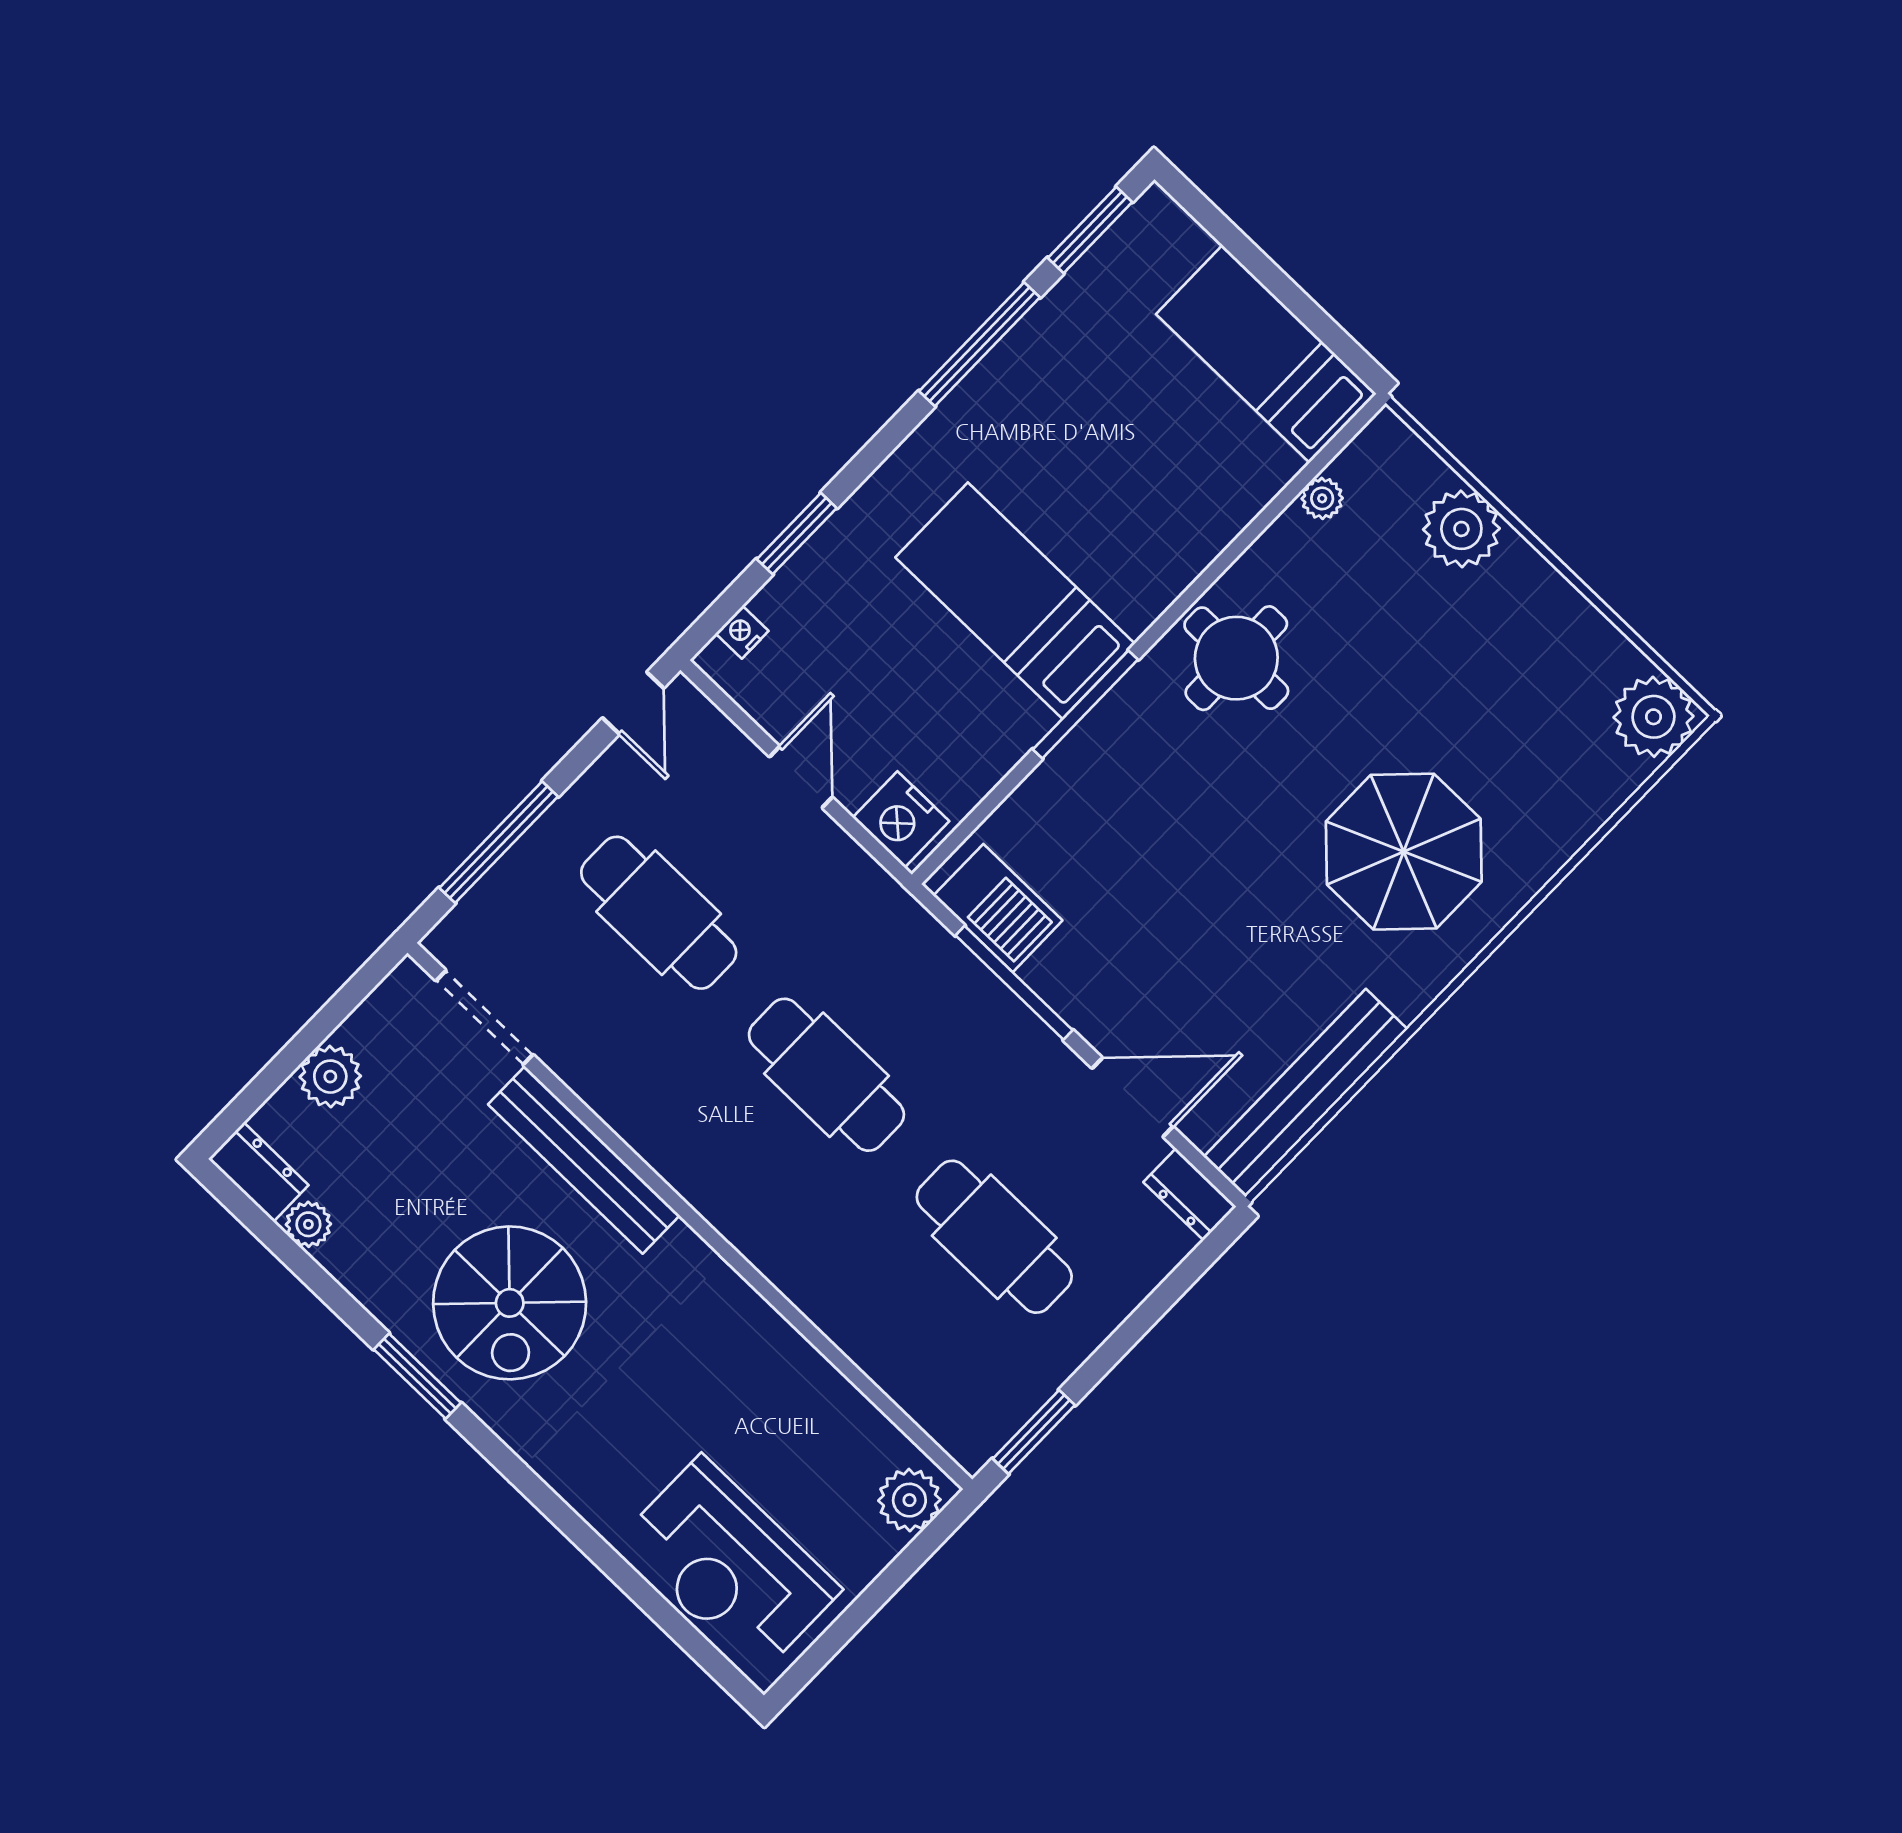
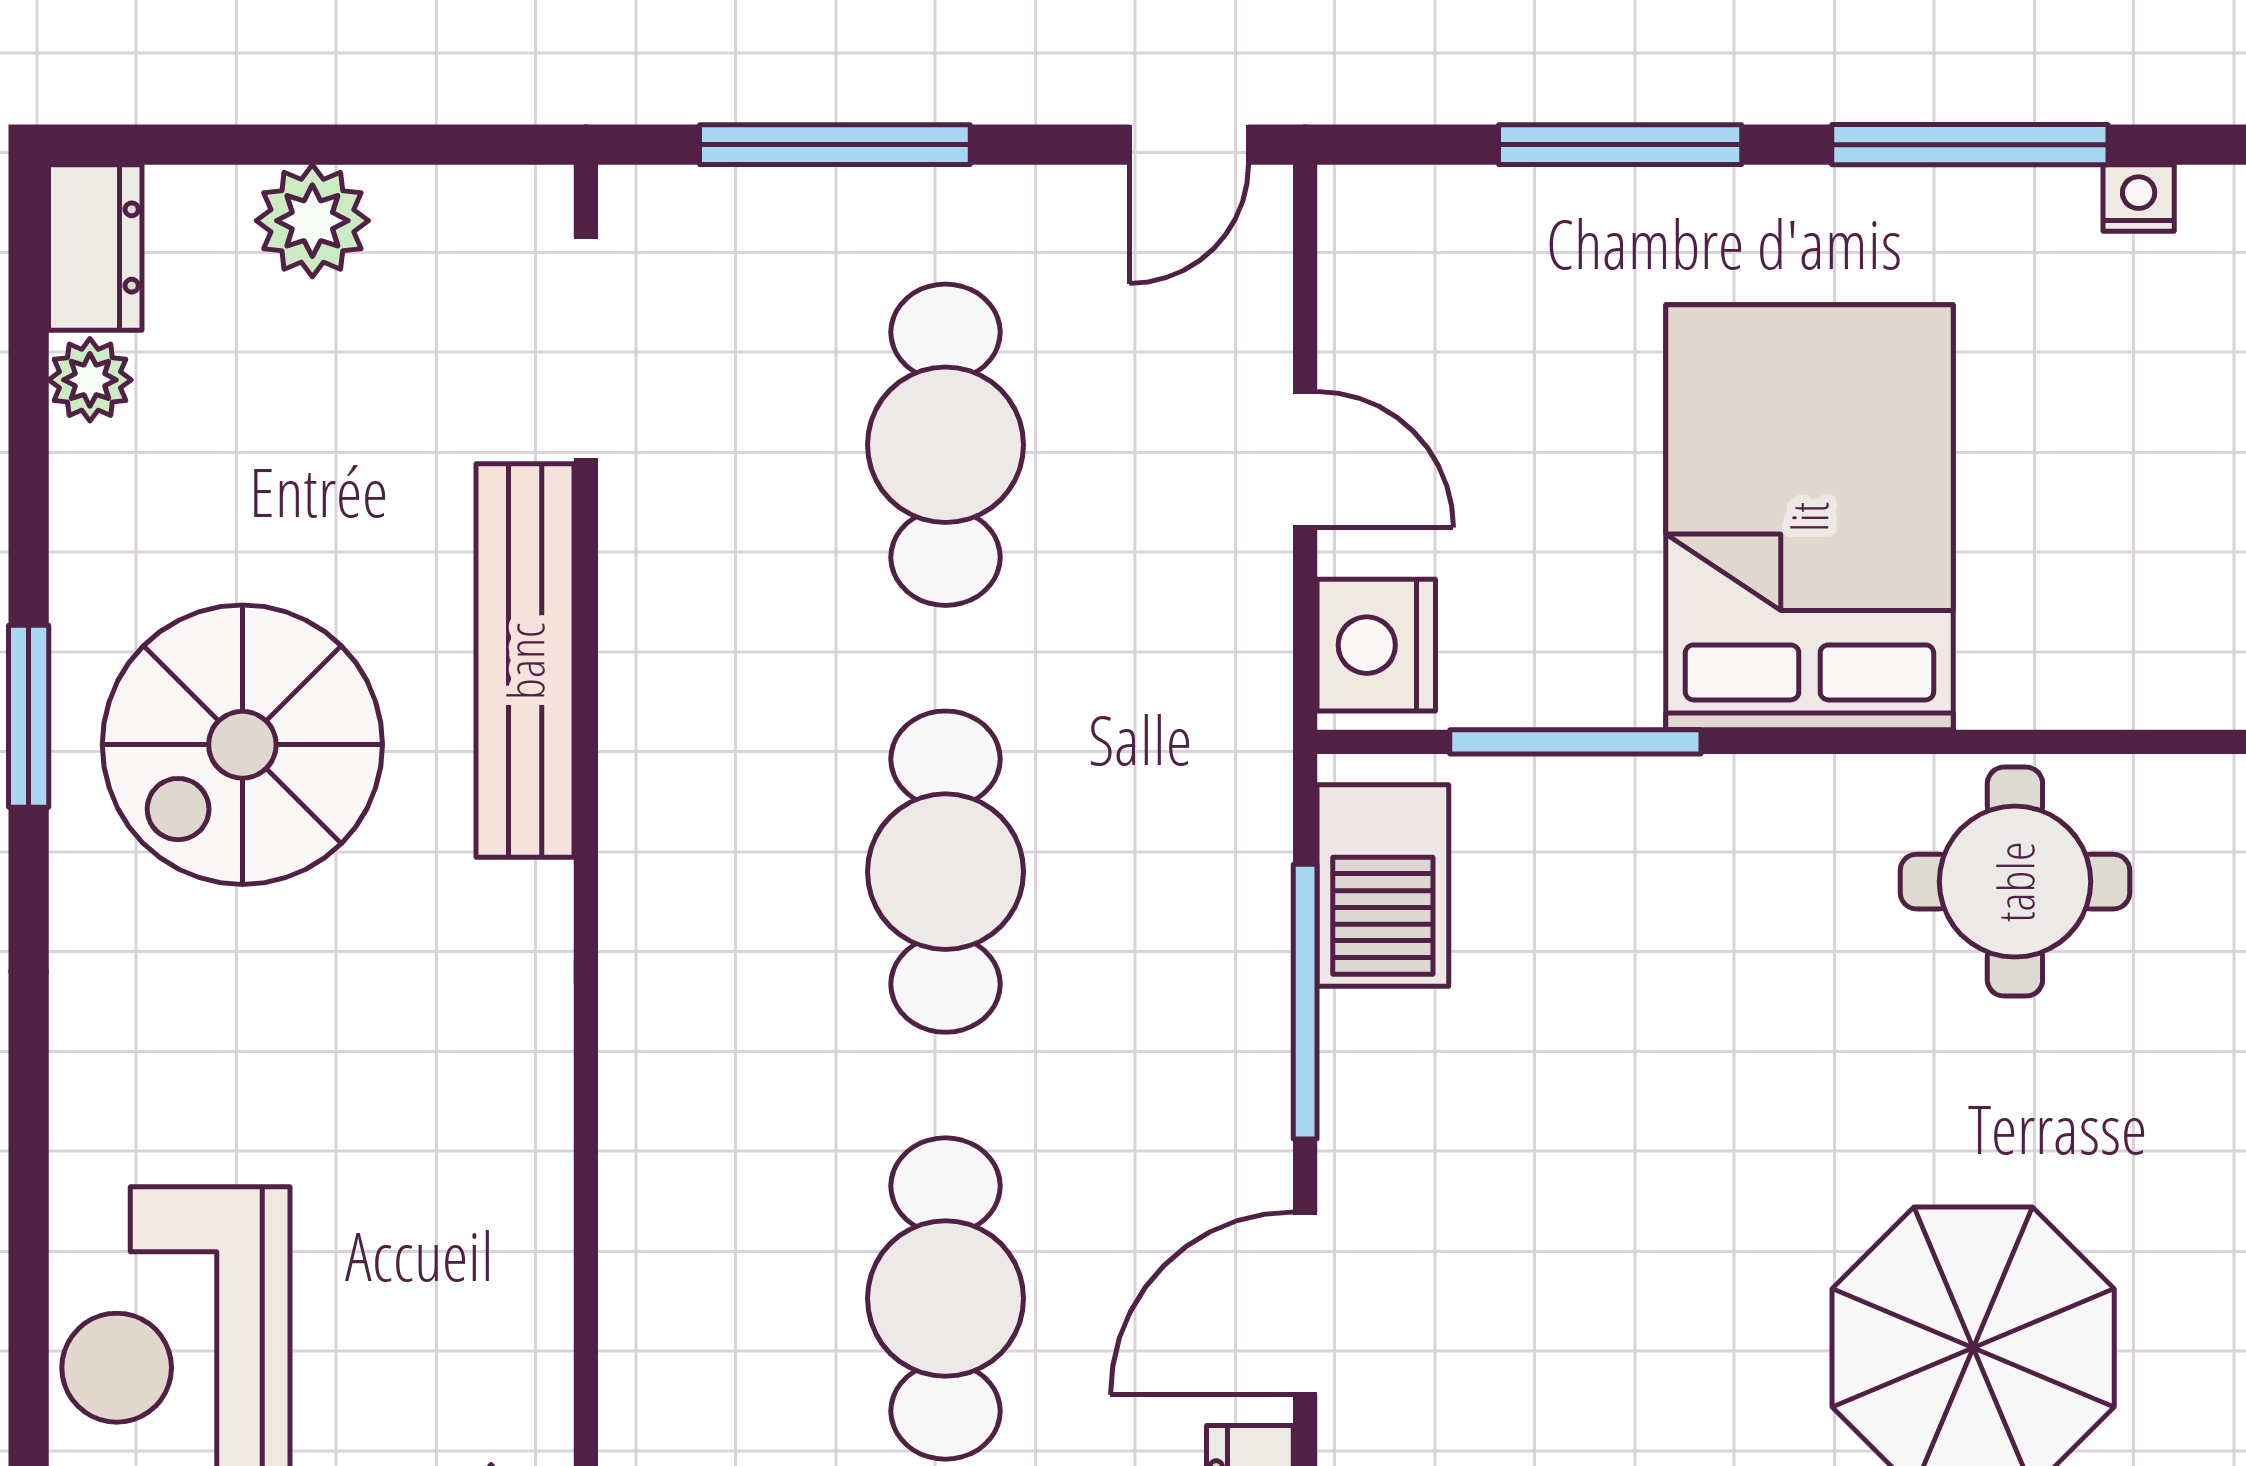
window: (980, 344) -> (1970, 145), moved
window: (797, 534) -> (1620, 145), width x1.44
bed: (1015, 601) -> (1809, 517), width x1.50
nightstand: (742, 632) -> (2139, 198), moved
window: (1085, 704) -> (1575, 742), moved
door: (801, 777) -> (1305, 460), hinge flipped
door: (1133, 1097) -> (1305, 1303), swing flipped

